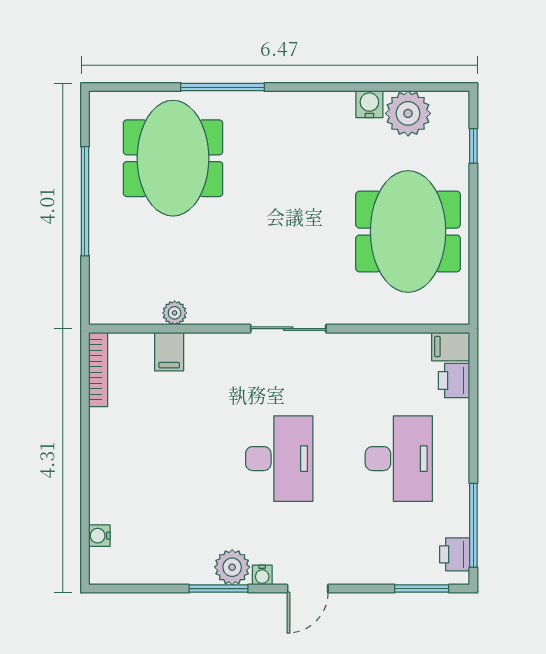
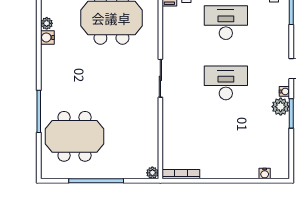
plant: (408, 113) -> (47, 23), width x0.53, depth x0.53
plant: (175, 313) -> (152, 173), moved
filing cabinet: (169, 352) -> (172, 138), removed

